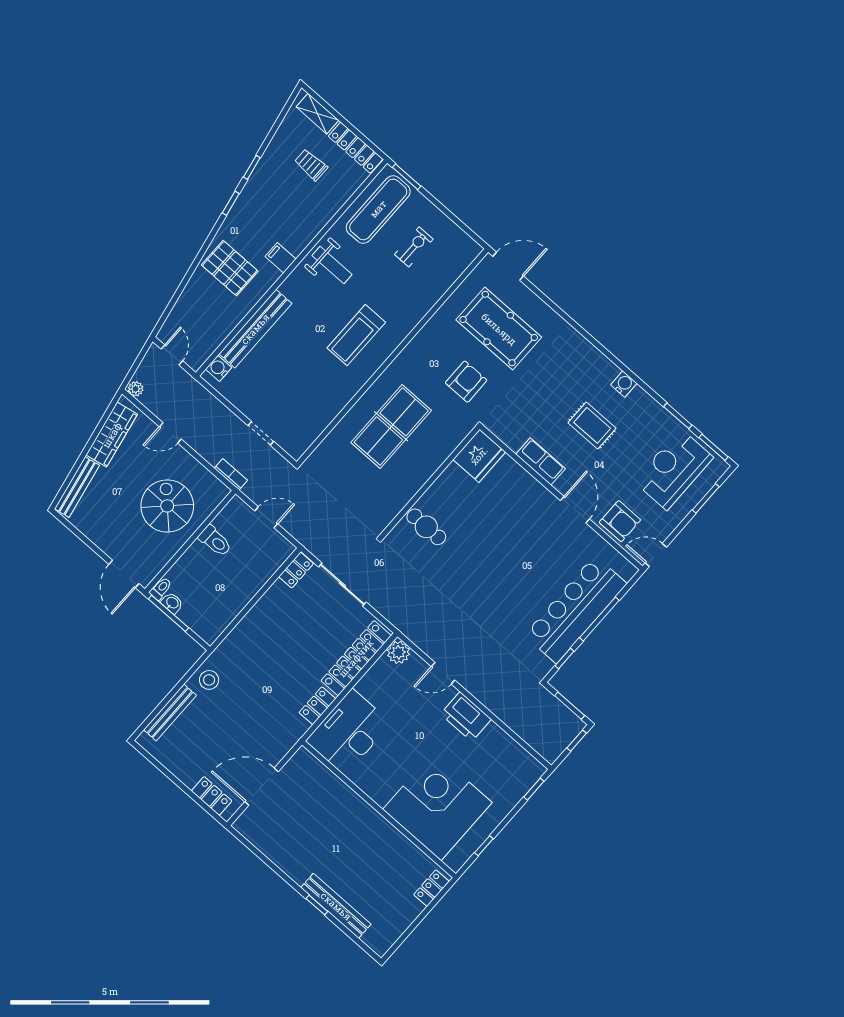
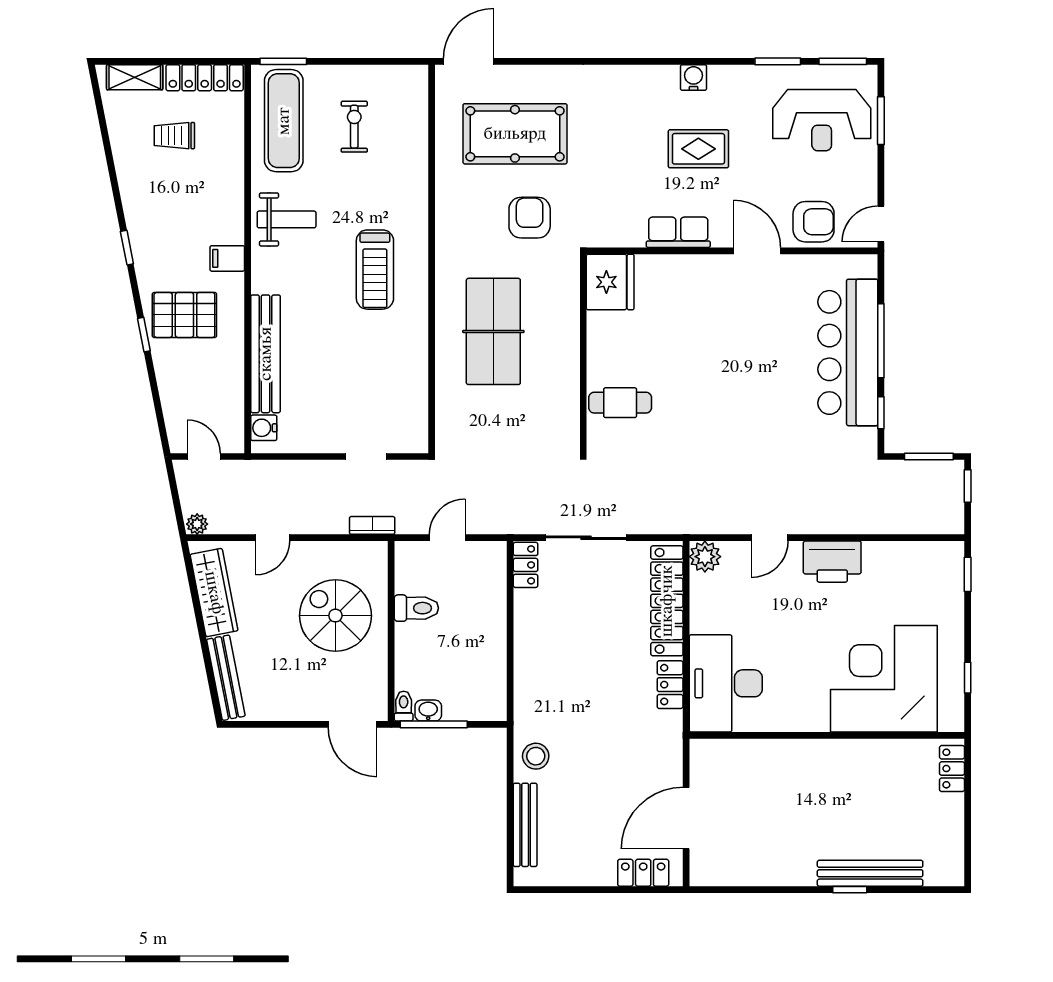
window: (252, 167) -> (144, 335), moved
reception desk: (674, 469) -> (822, 120), turned -90

